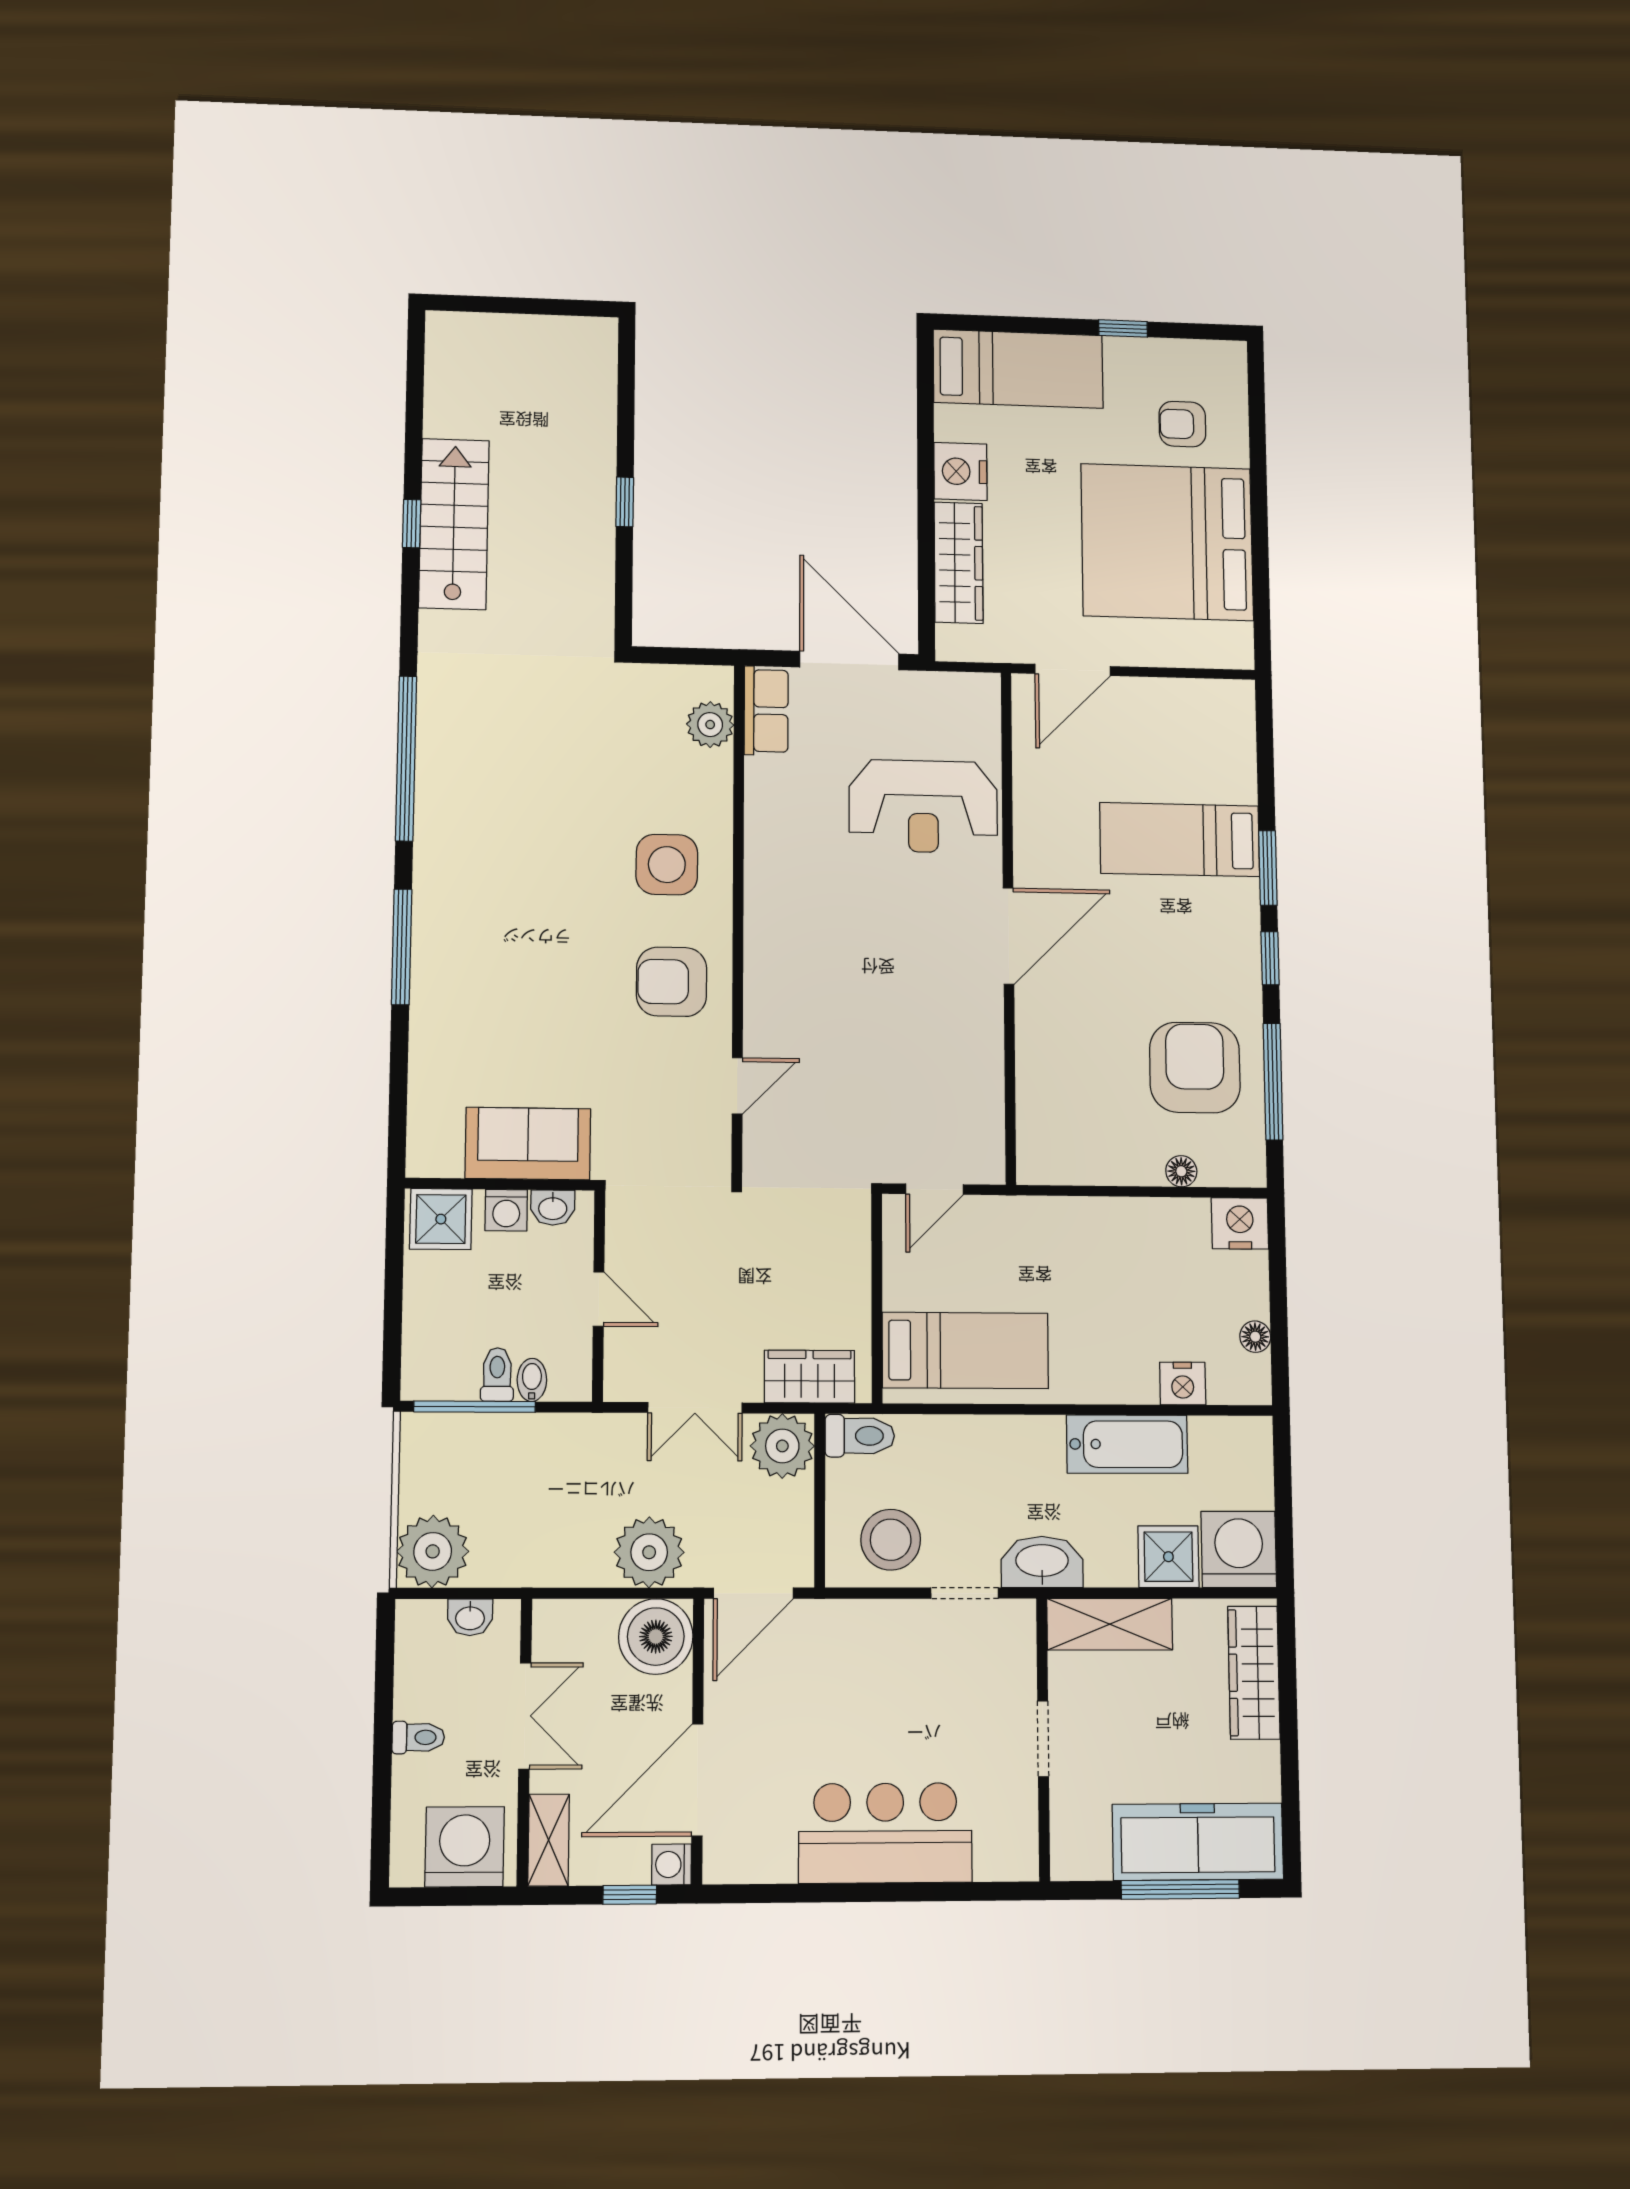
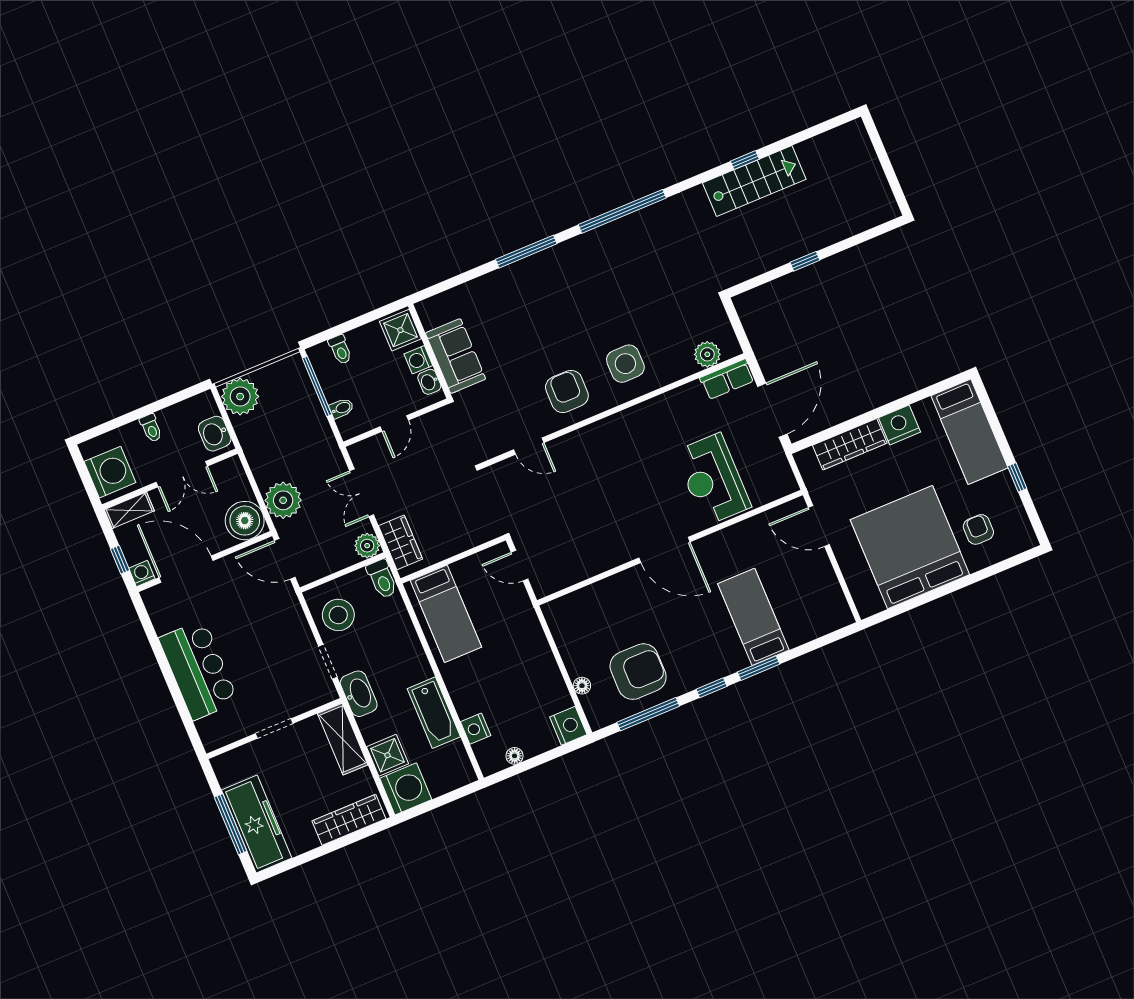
toilet: (497, 1375) -> (340, 350), moved, turned 90
plant: (782, 1446) -> (367, 546), width x0.73, depth x0.73
washbasin: (470, 1617) -> (215, 434), width x1.38, depth x1.45

